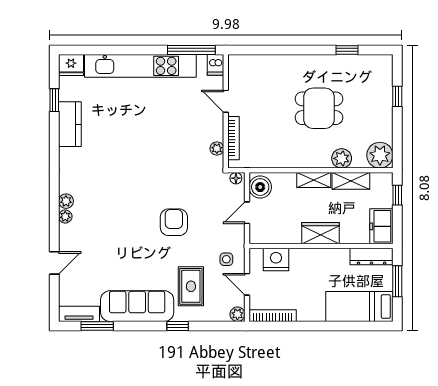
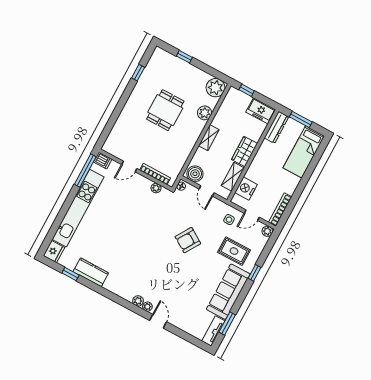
shelving: (351, 181) -> (233, 177), moved
armchair: (174, 222) -> (188, 240), turned -58
door: (54, 263) -> (158, 321), moved

